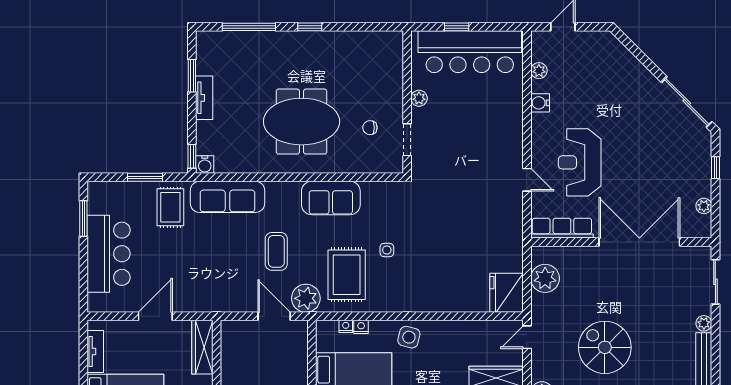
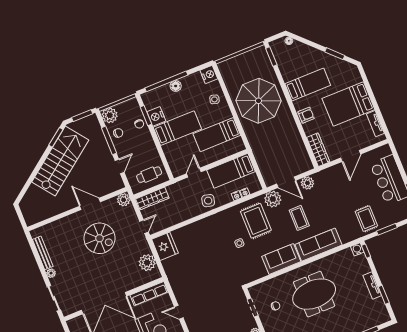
sofa: (228, 197) -> (318, 245), moved
plant: (241, 301) -> (307, 183), added

